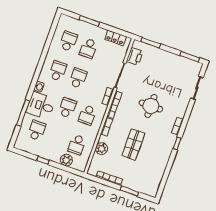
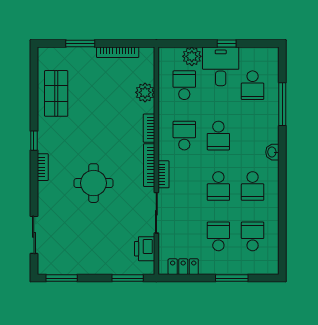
school desk: (68, 41) -> (253, 236), turned 180
desk: (41, 106) -> (221, 66), moved, turned -90
shop shelf: (133, 145) -> (56, 93), moved

